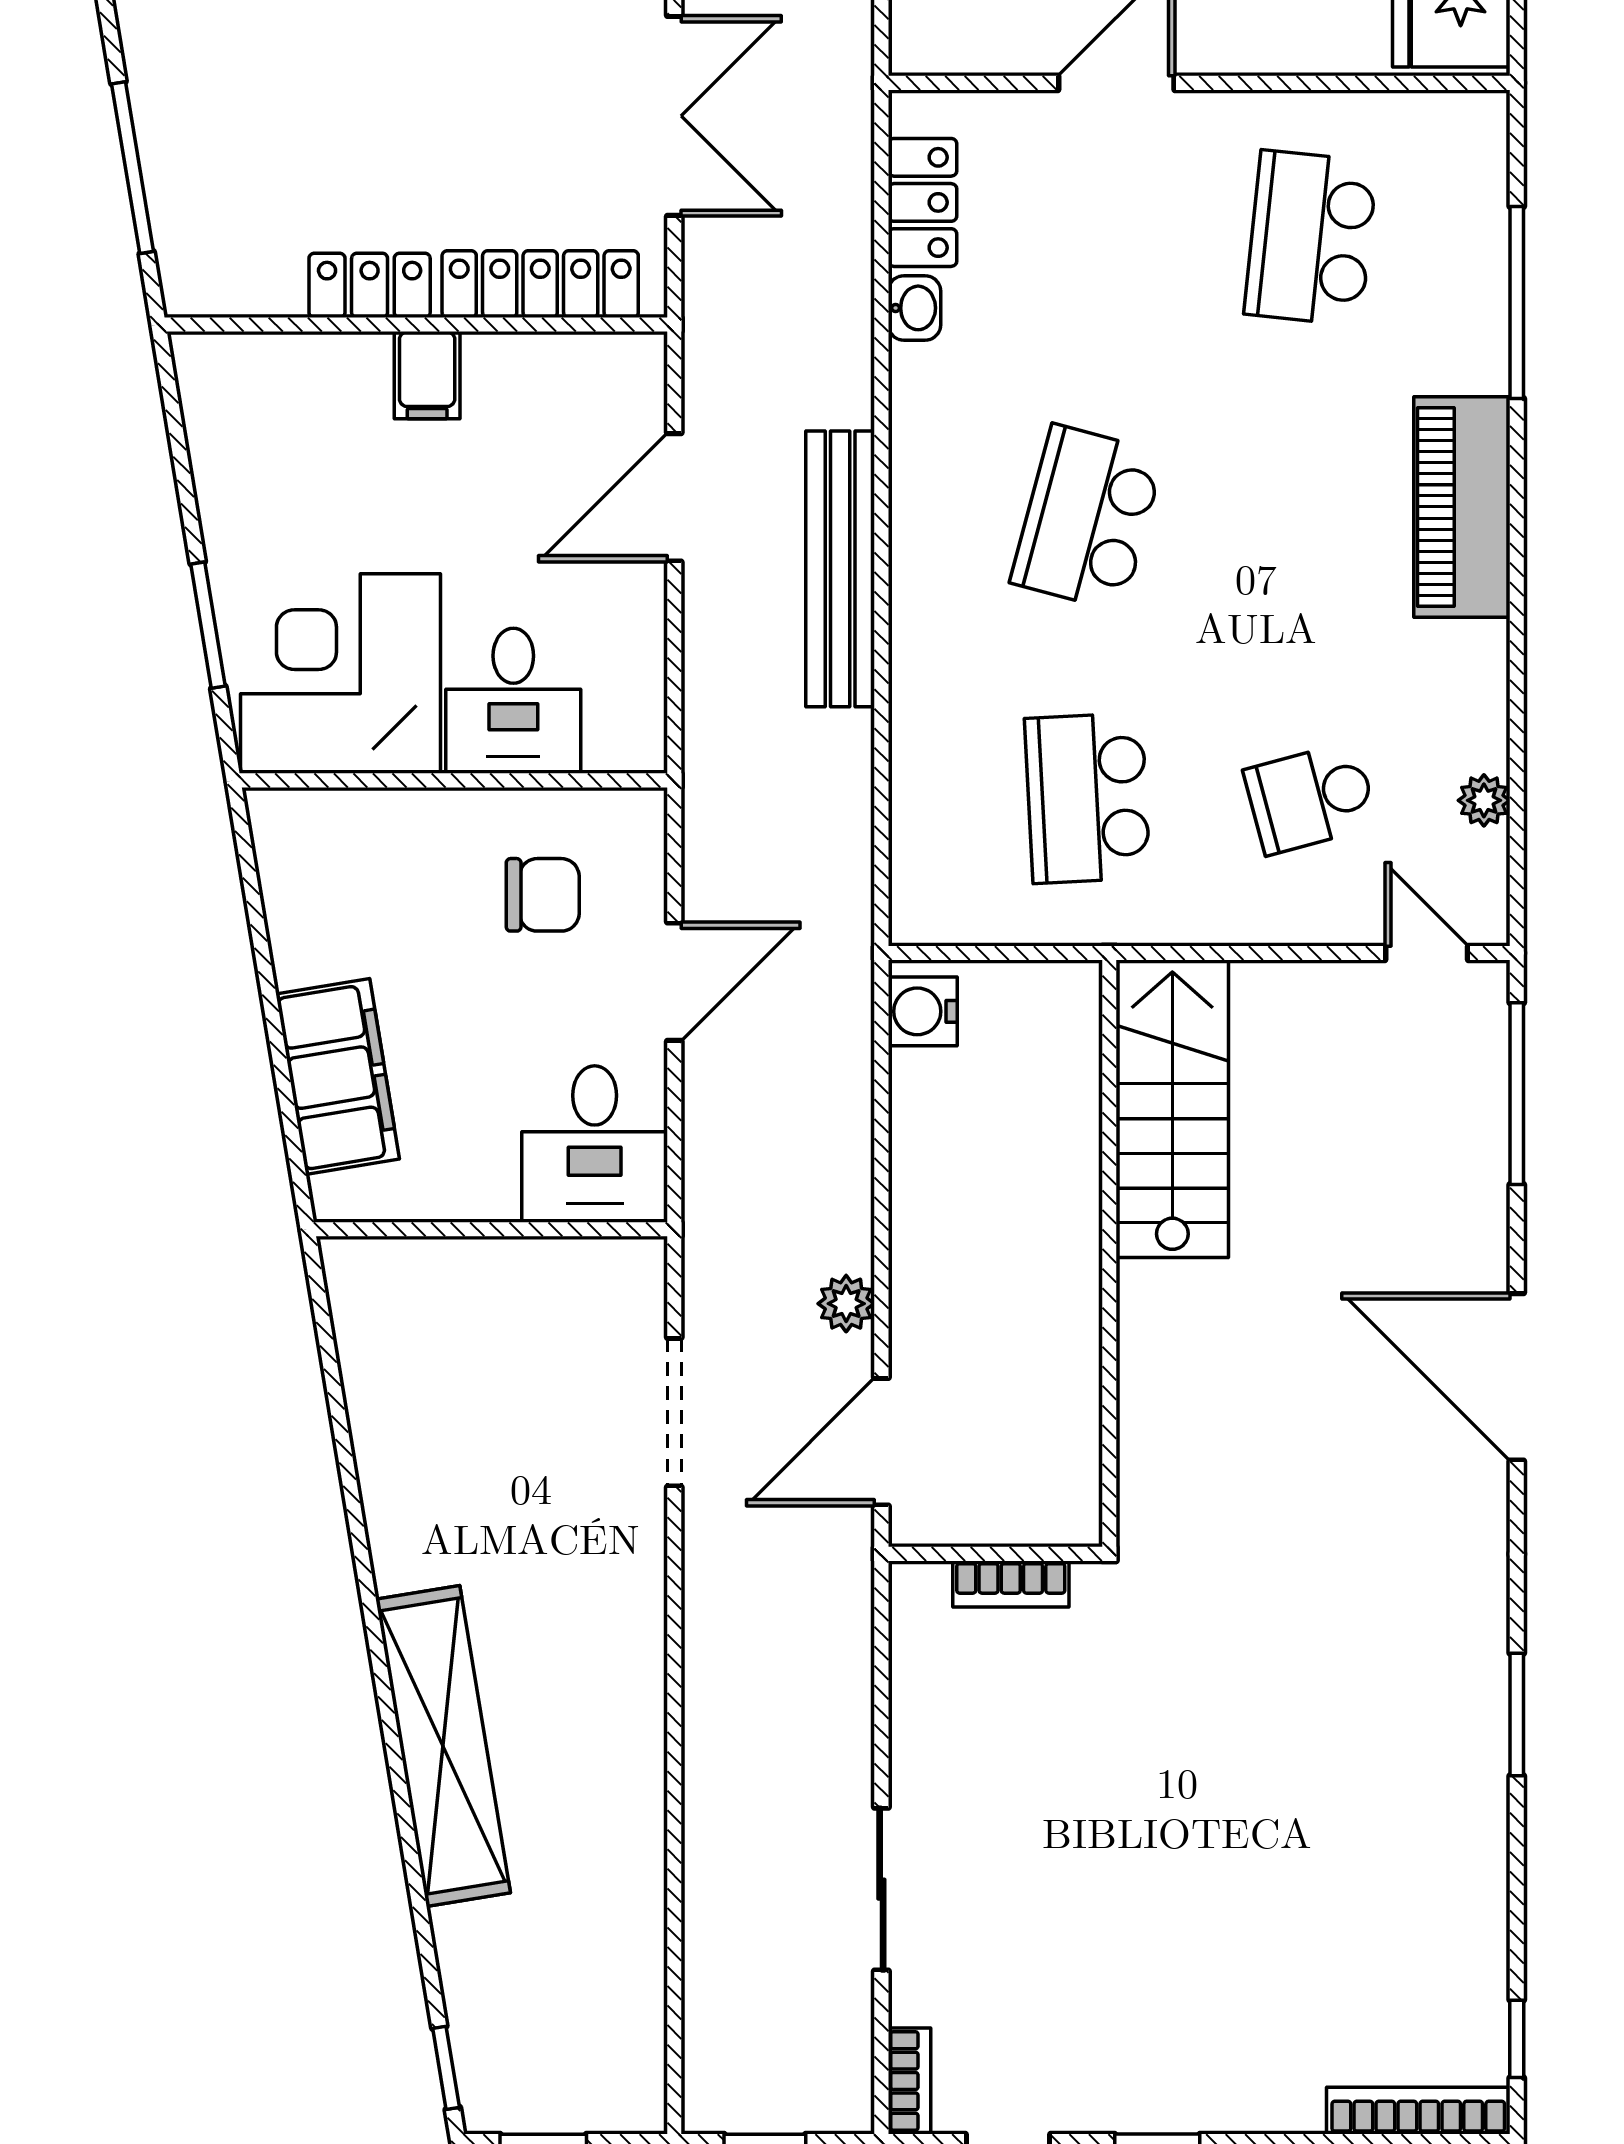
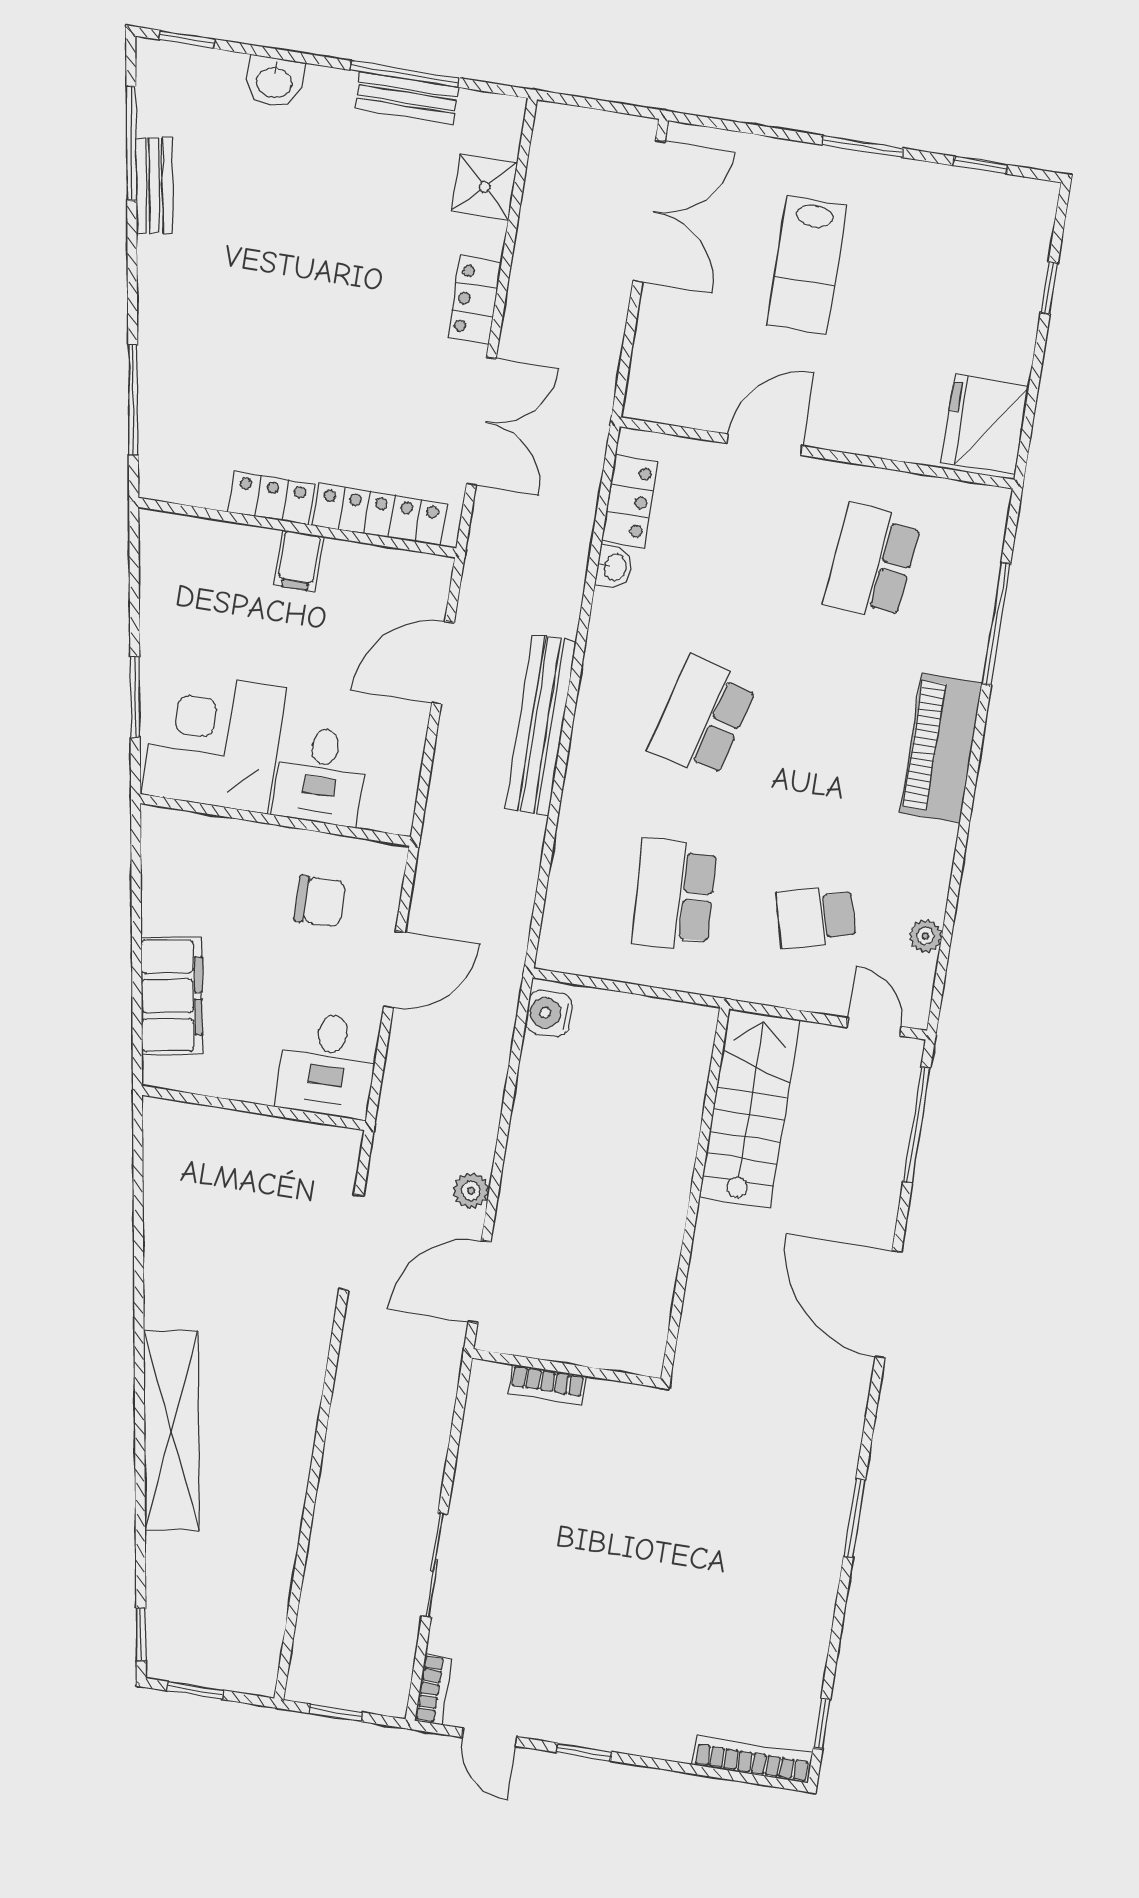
stairs: (1172, 1109) -> (750, 1108), moved
wall: (1109, 1253) -> (695, 1194), moved

